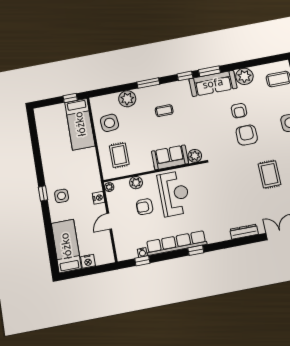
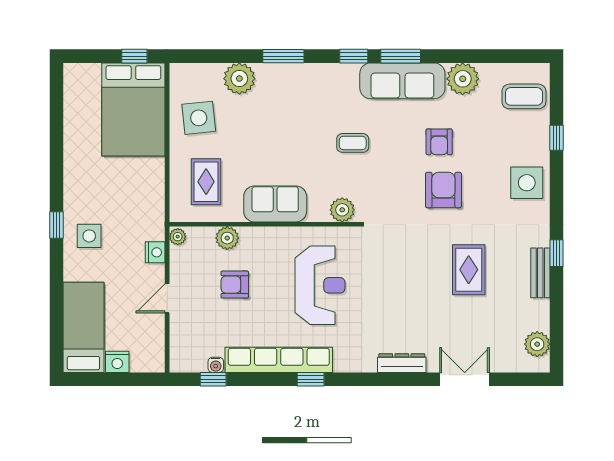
coffee table: (164, 111) -> (353, 143), moved
bed: (80, 124) -> (133, 109), width x1.50
sofa: (170, 157) -> (275, 204), moved
reception desk: (174, 194) -> (320, 285), moved

